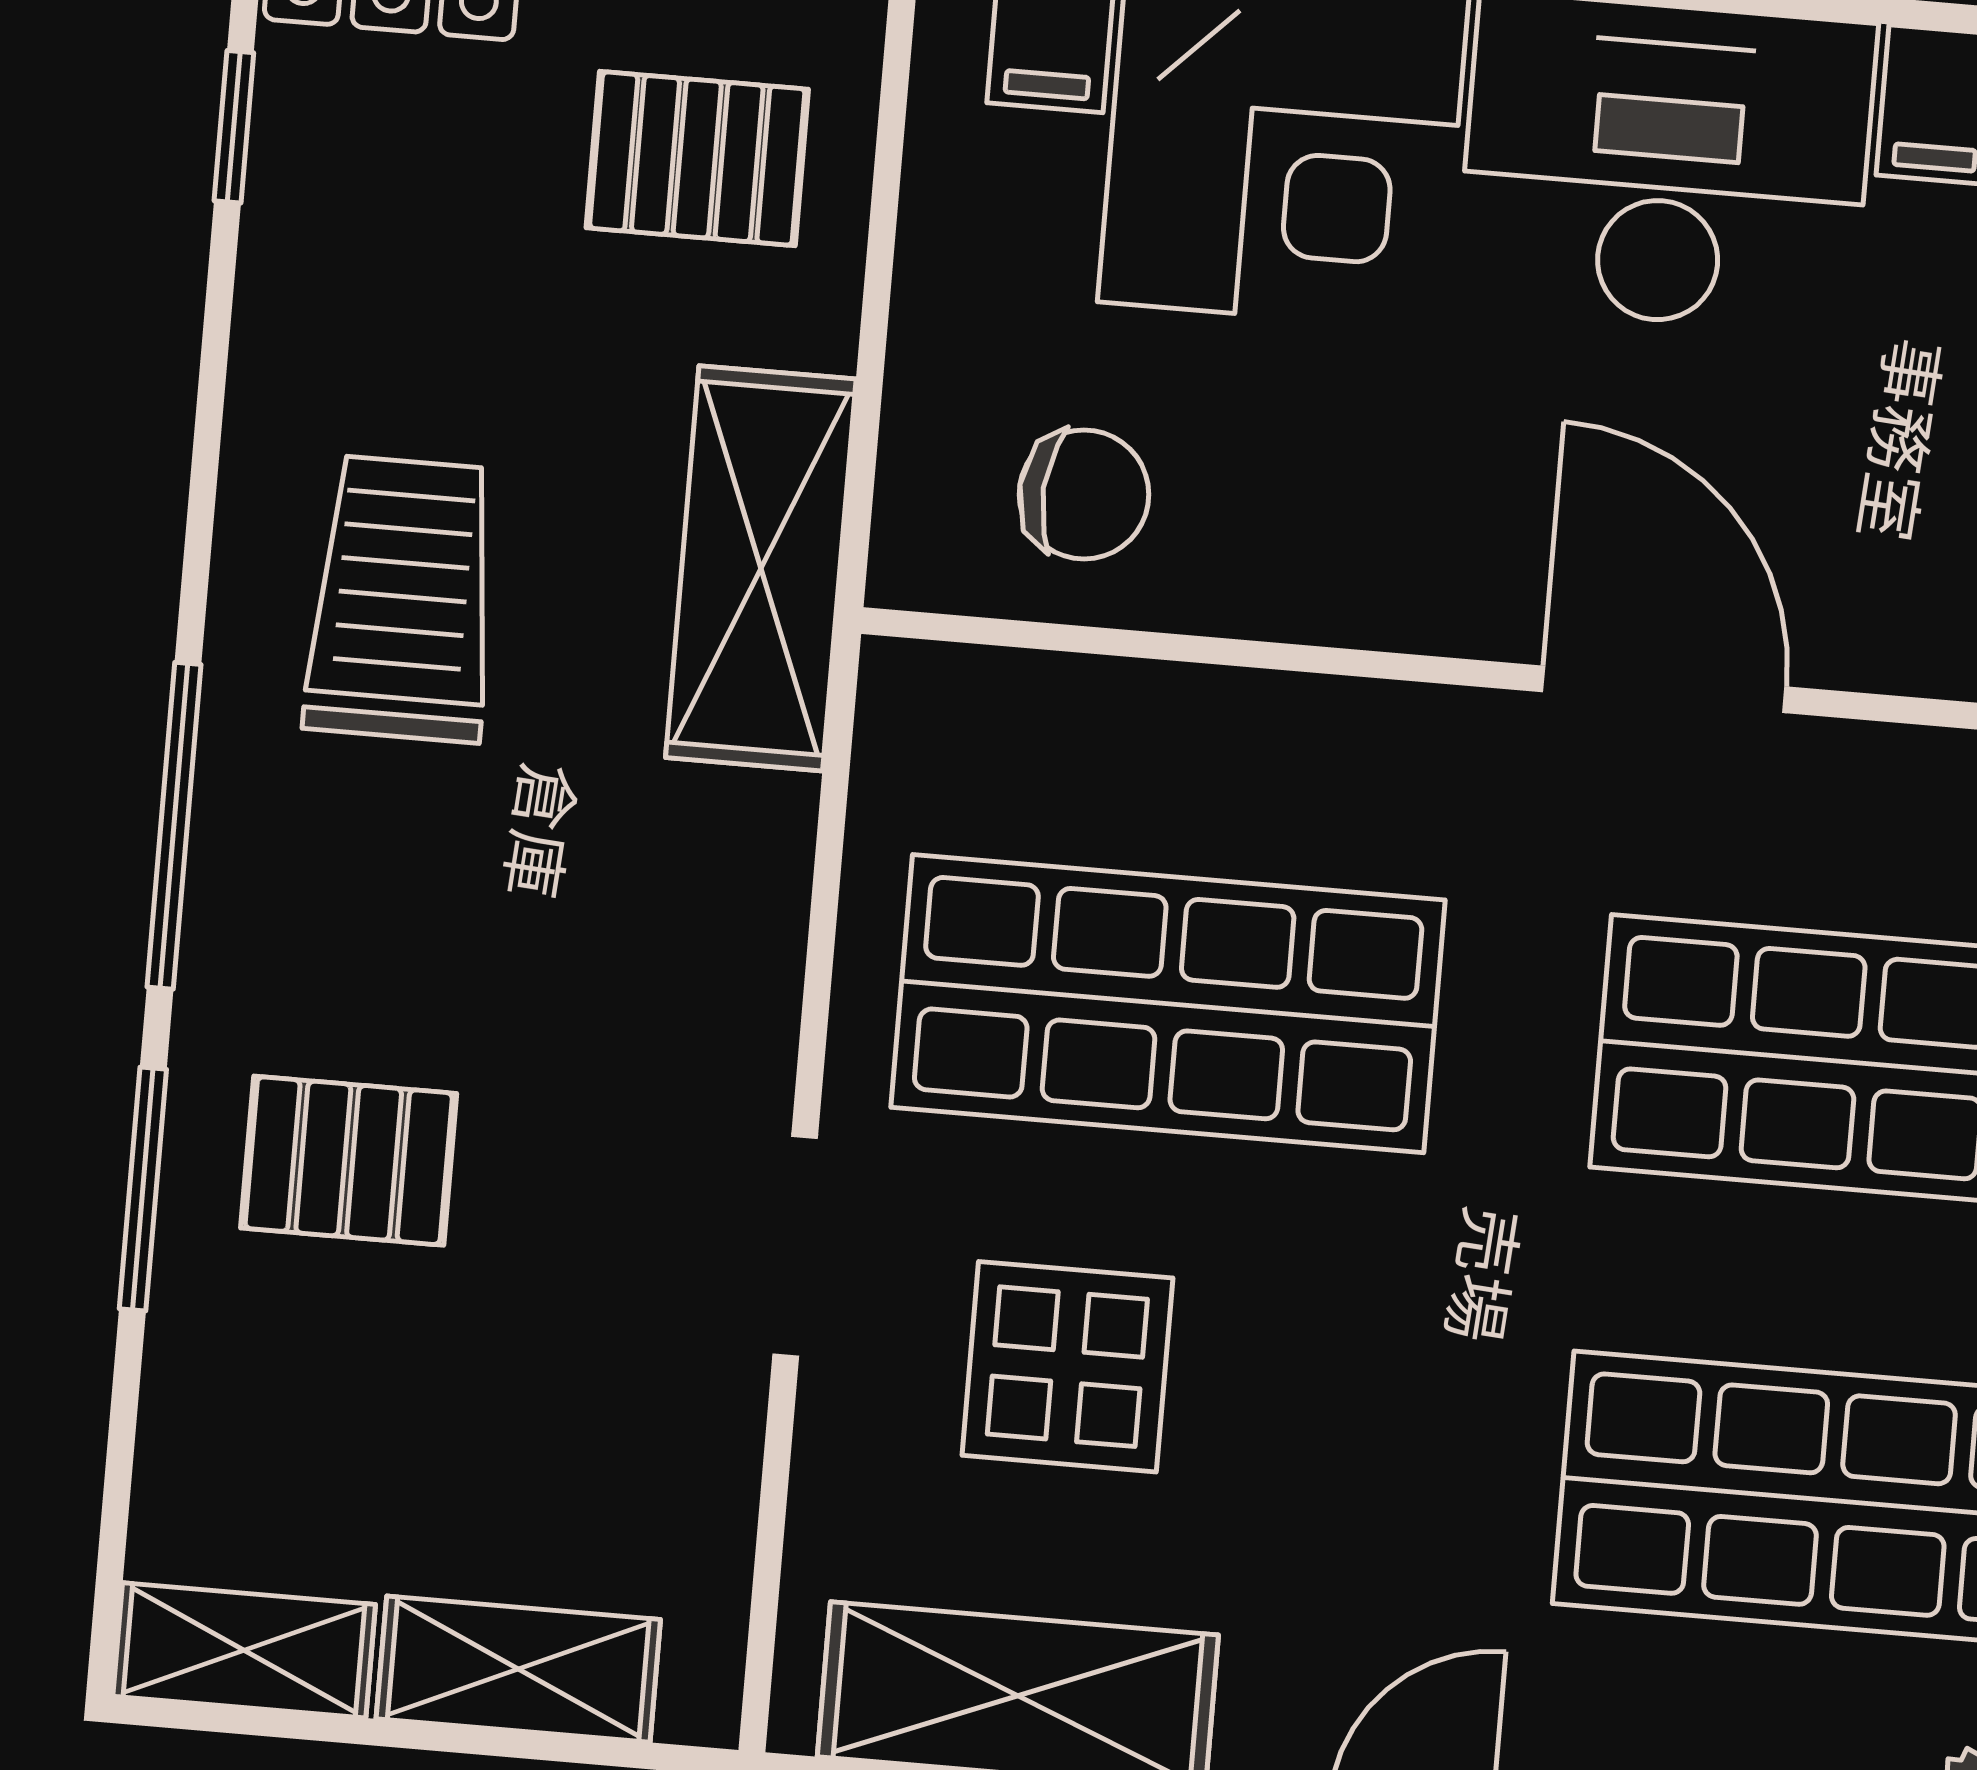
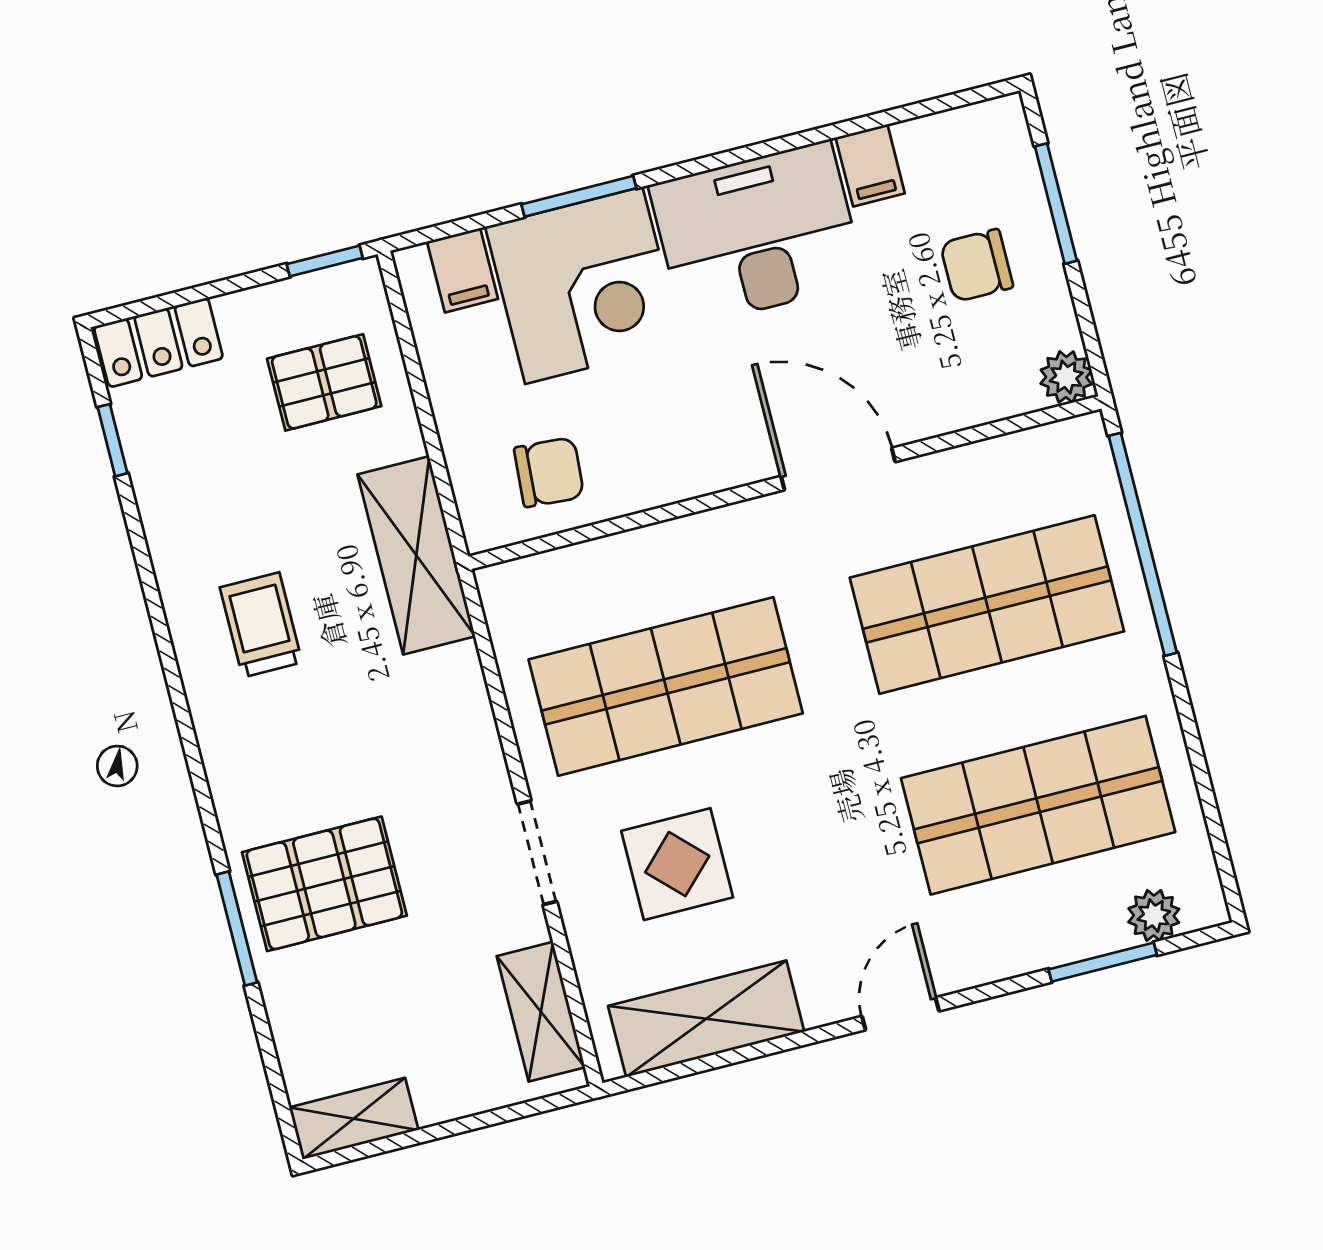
trolley: (402, 599) -> (261, 625), width x0.73, depth x0.72
window: (174, 826) -> (194, 762), removed
pallet: (349, 1161) -> (324, 884), width x1.50, depth x1.42
shelving: (518, 1669) -> (541, 1012), moved, turned 90

